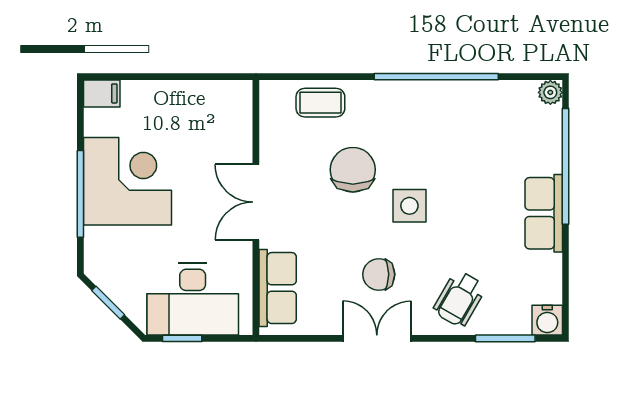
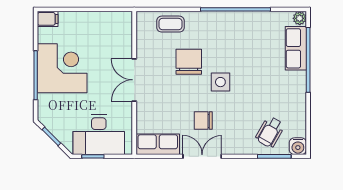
row of seats: (544, 213) -> (296, 48), moved
row of seats: (278, 288) -> (158, 144), moved, turned -90
wheelchair: (459, 299) -> (270, 132), moved

